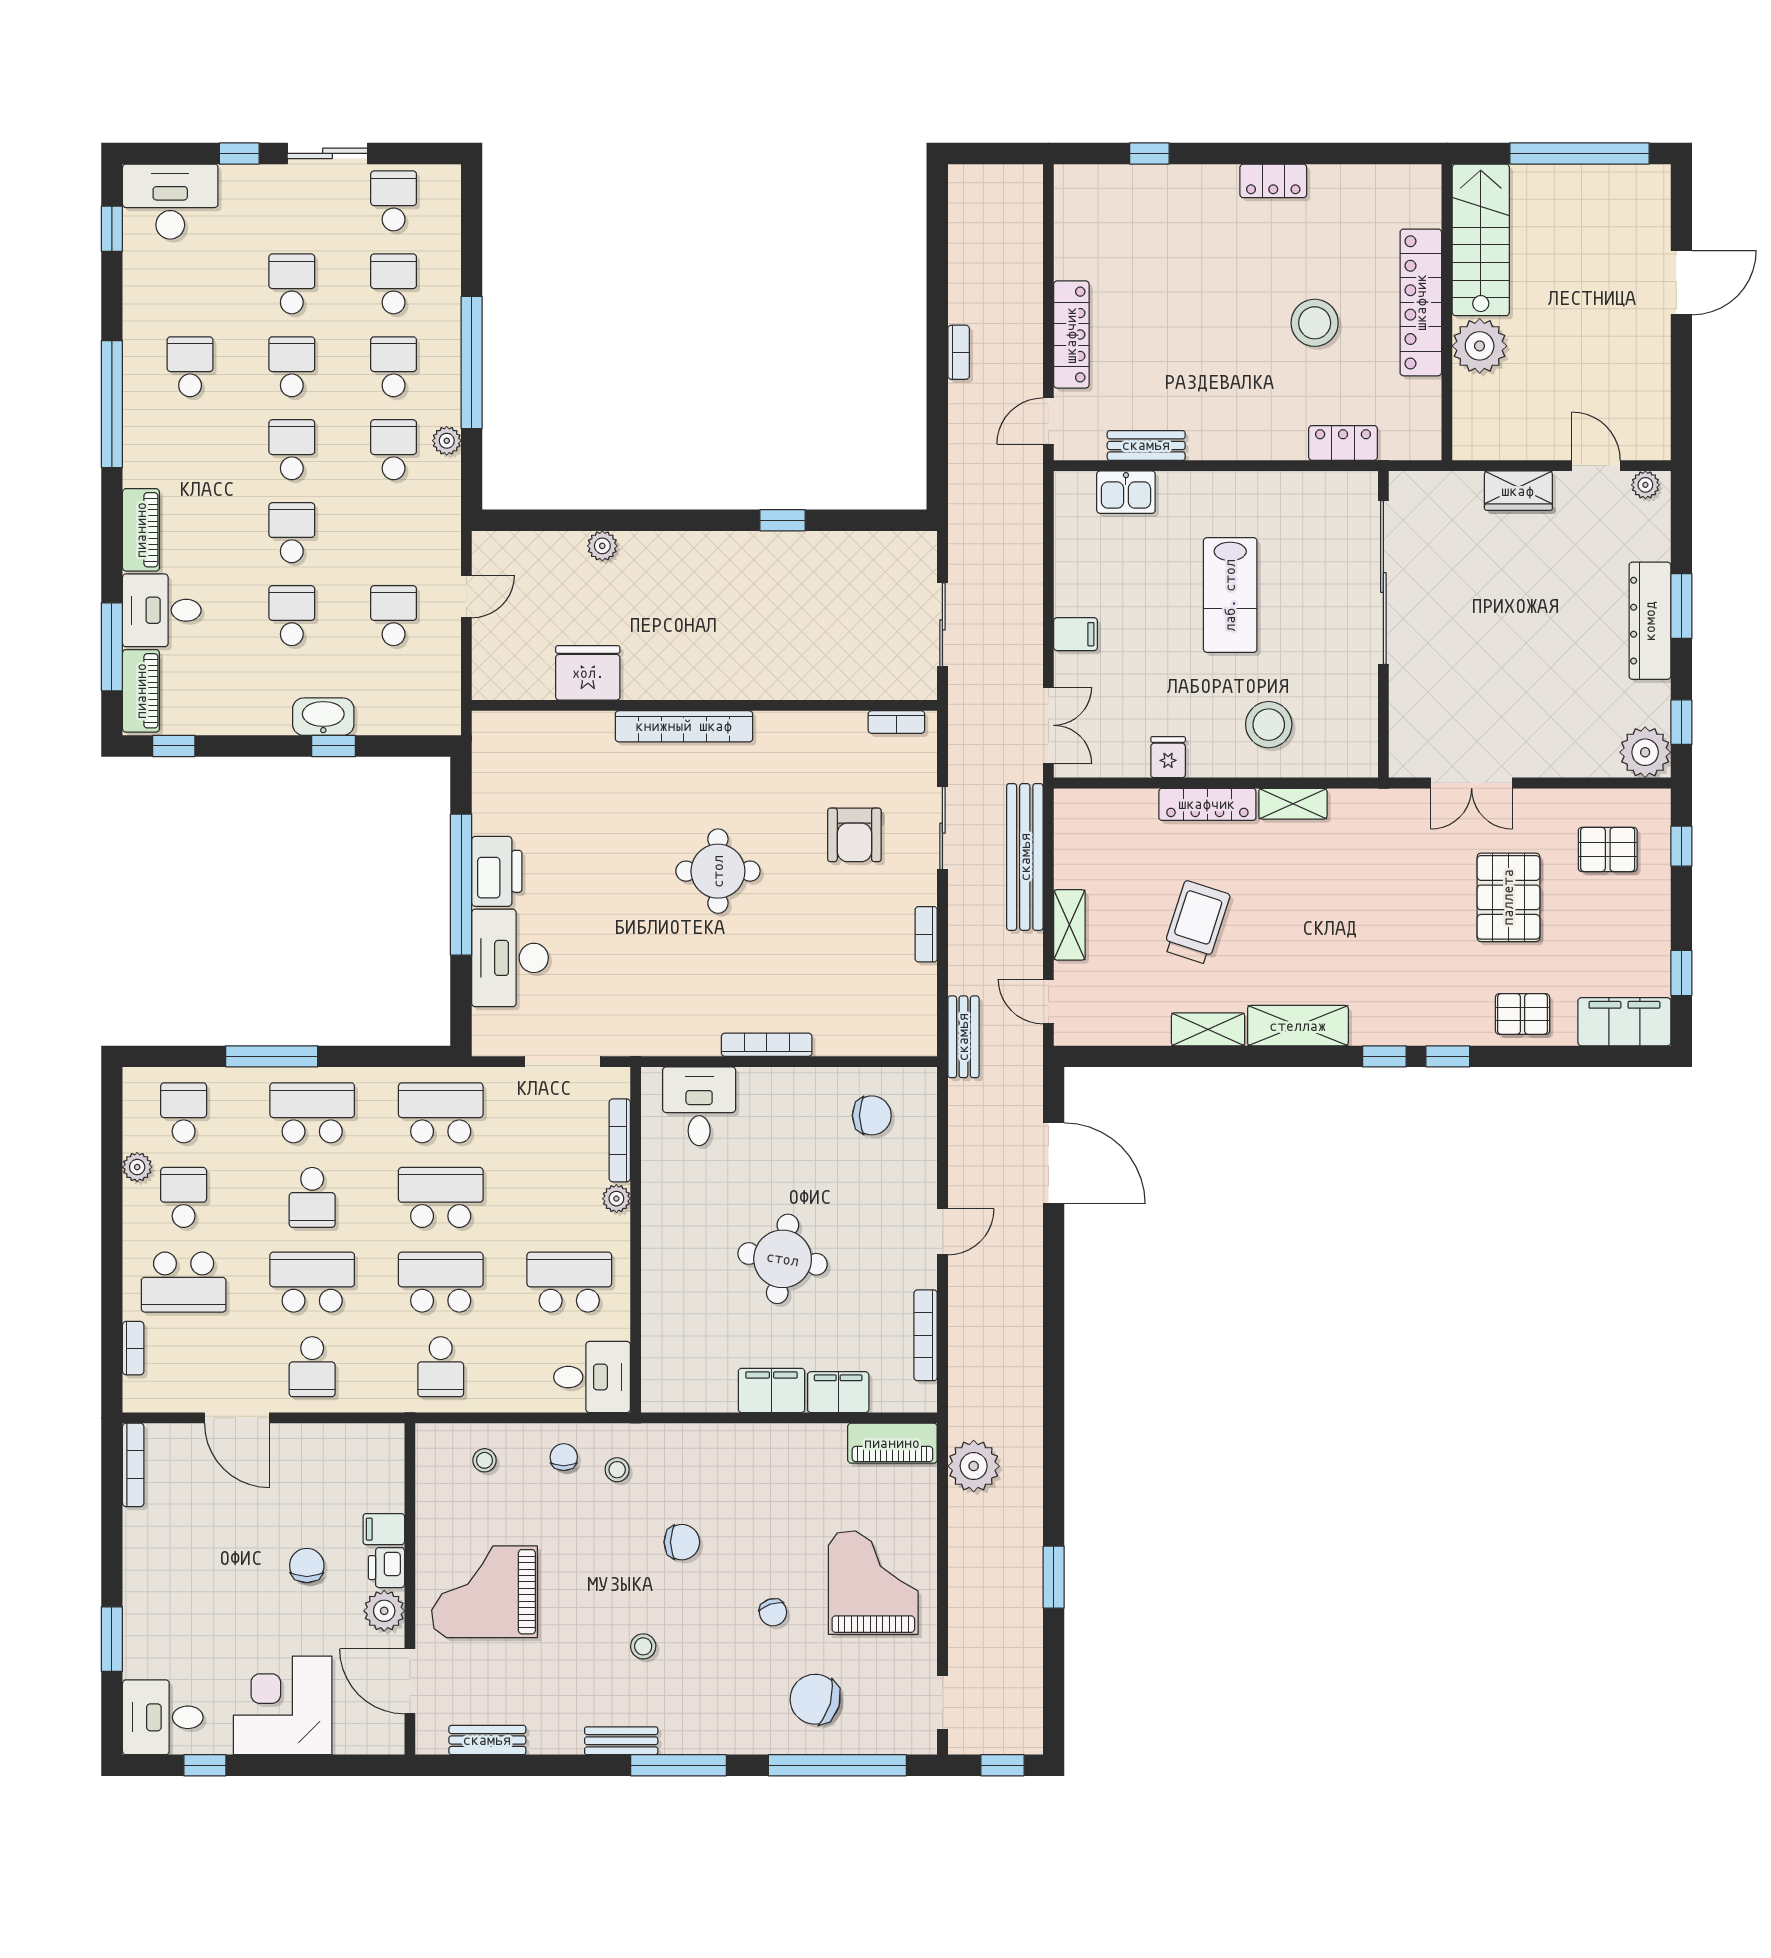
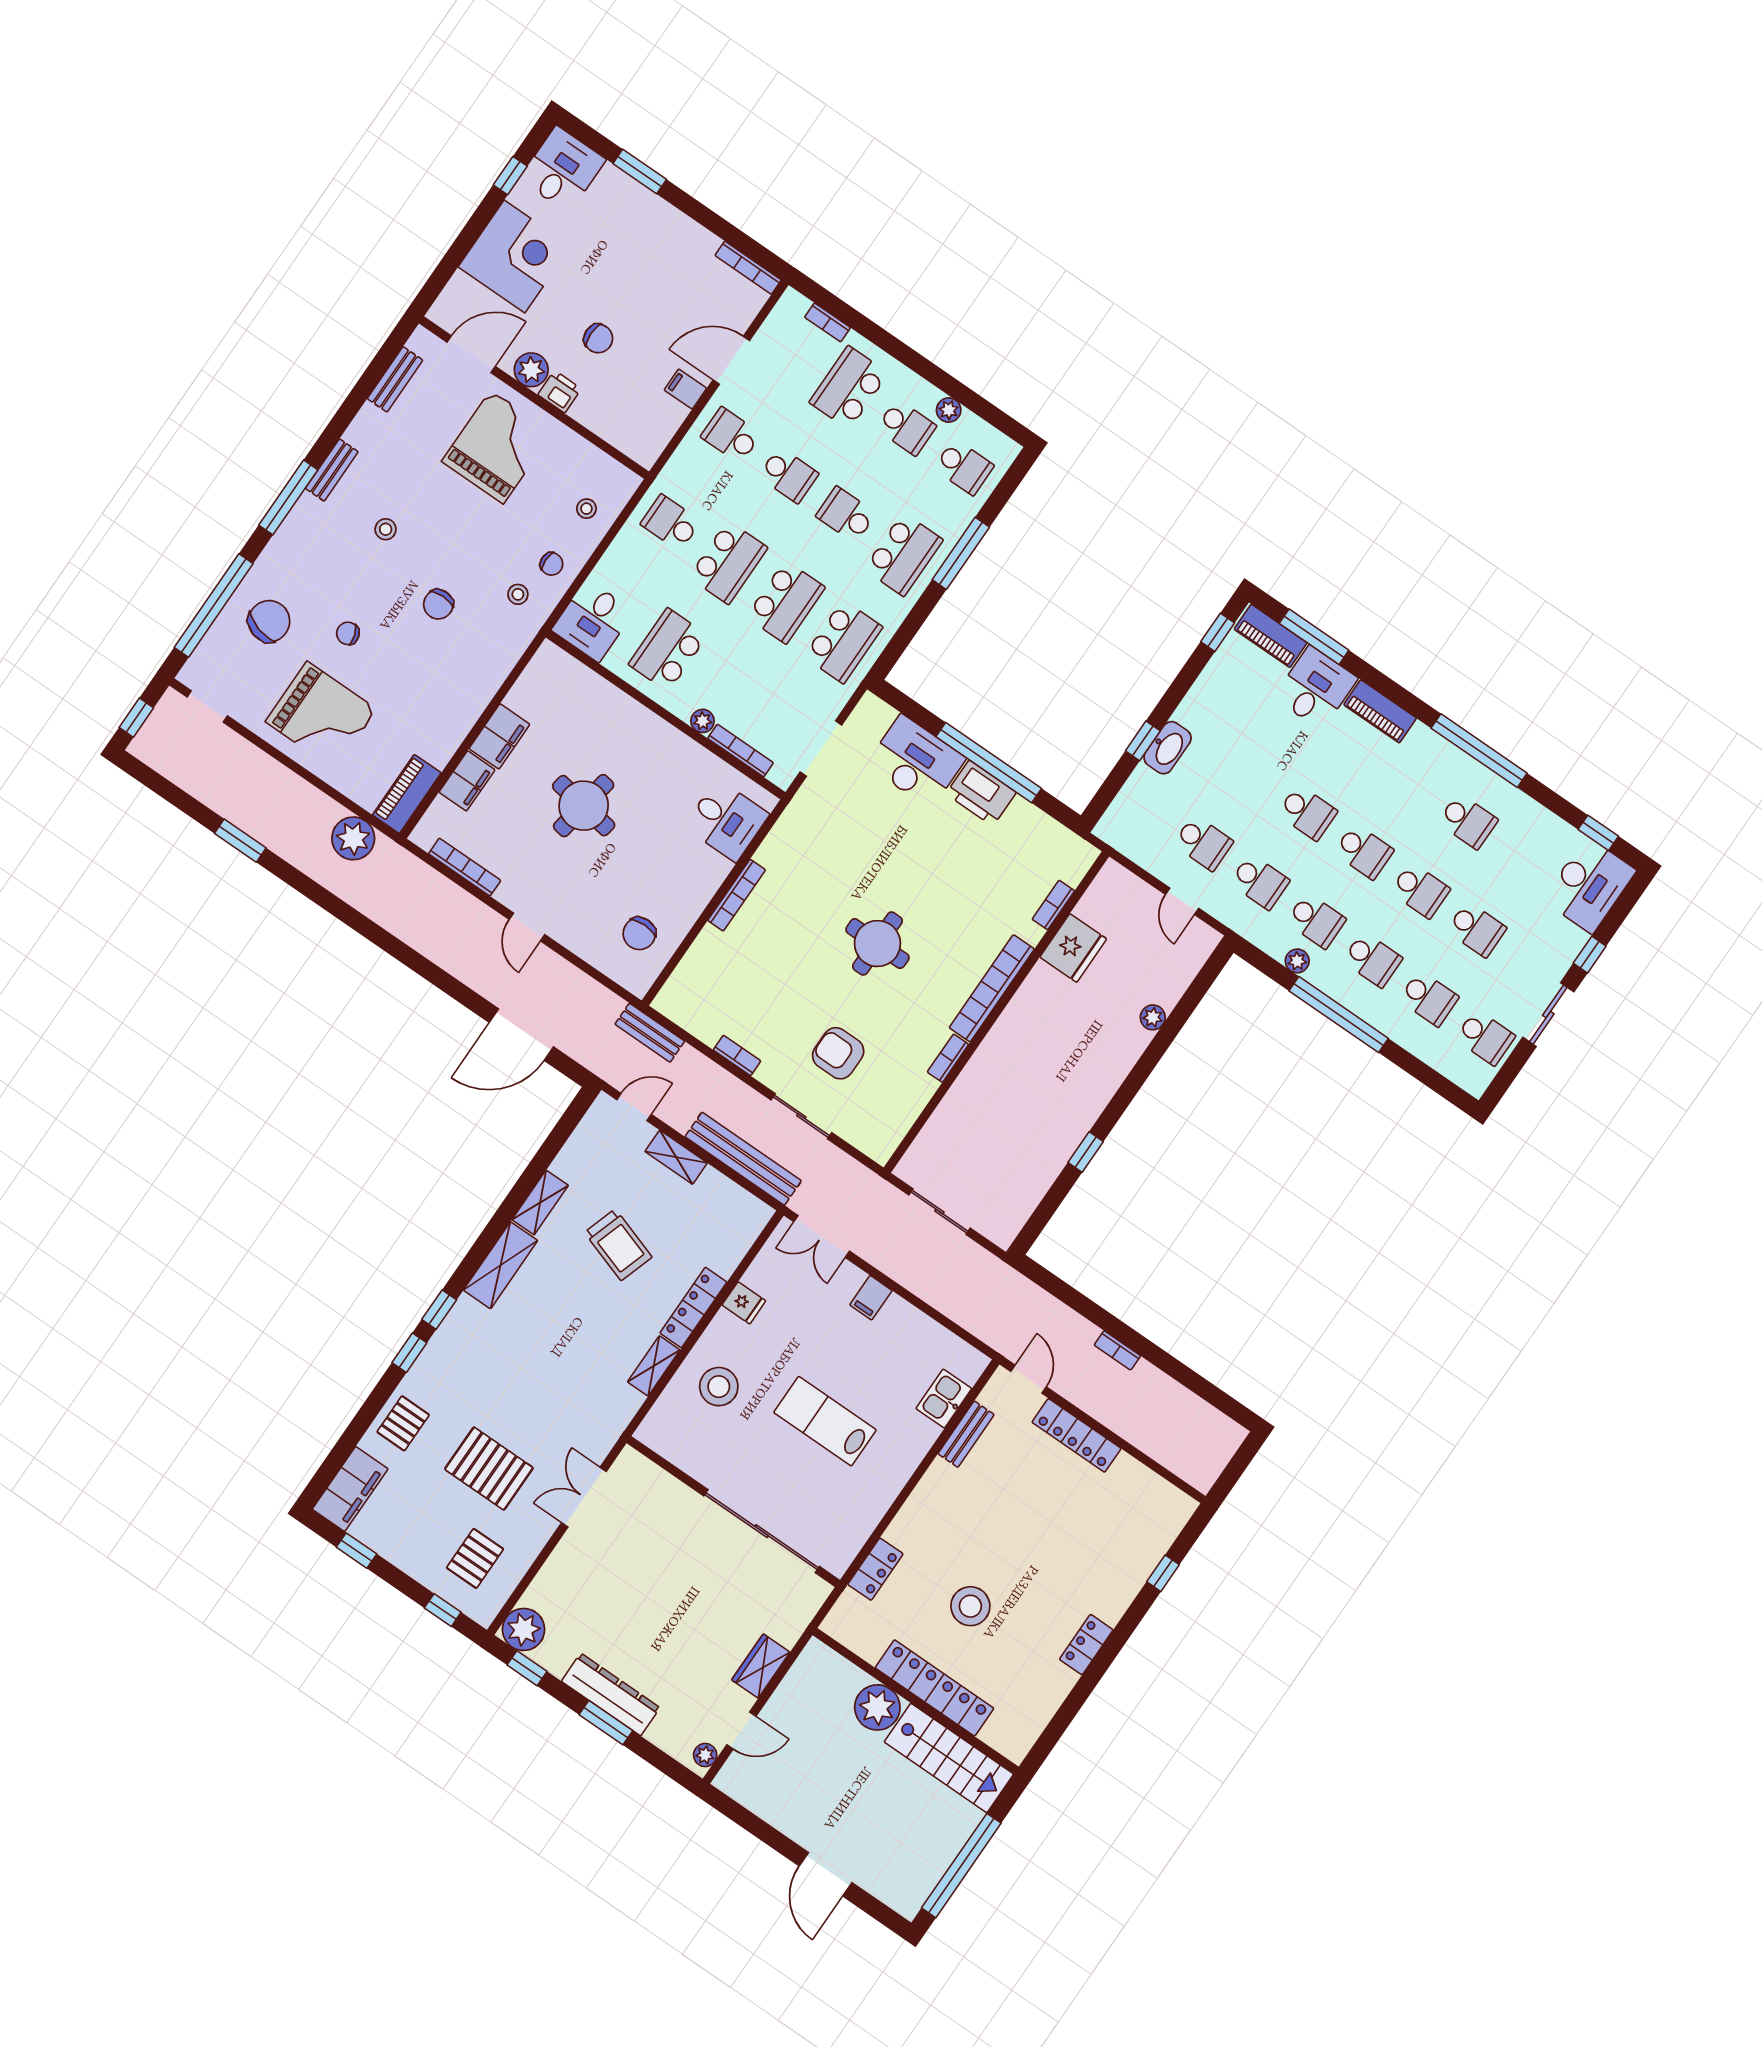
school desk: (292, 616) -> (1260, 882), moved
bookcase: (559, 722) -> (1053, 905), added
bookcase: (896, 722) -> (948, 1058), moved
school desk: (312, 1282) -> (788, 475), width x0.54
school desk: (569, 1282) -> (668, 650), turned 180
filing cabinet: (384, 1529) -> (685, 389), moved, turned -90

